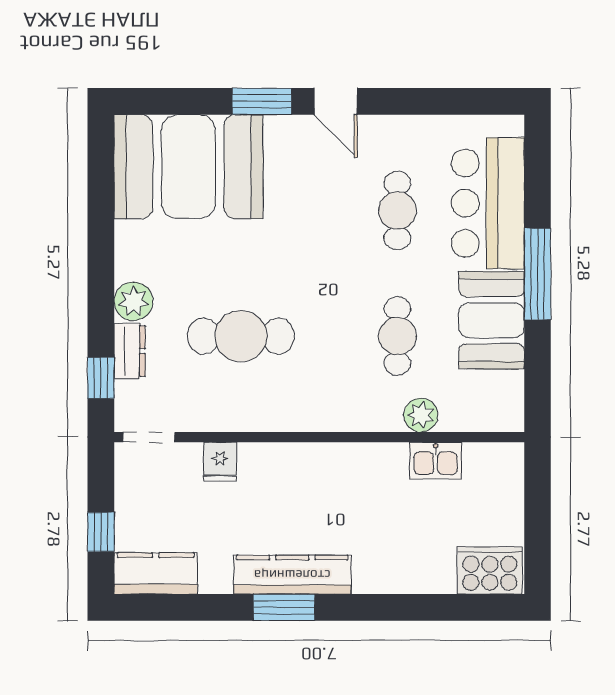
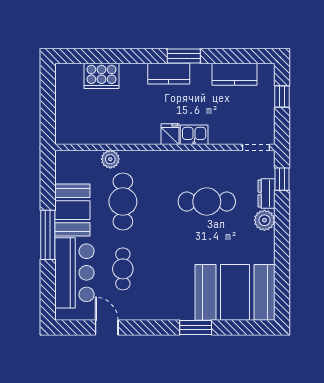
door: (336, 101) -> (107, 327), moved
cafe table: (397, 336) -> (123, 202), width x1.37, depth x1.35
kitchen sink: (436, 461) -> (194, 135), moved
fridge: (220, 462) -> (170, 134), moved
cooker: (490, 570) -> (101, 76), moved
kitchen counter: (156, 573) -> (234, 74), moved
kitchen counter: (292, 575) -> (169, 74), width x0.67

